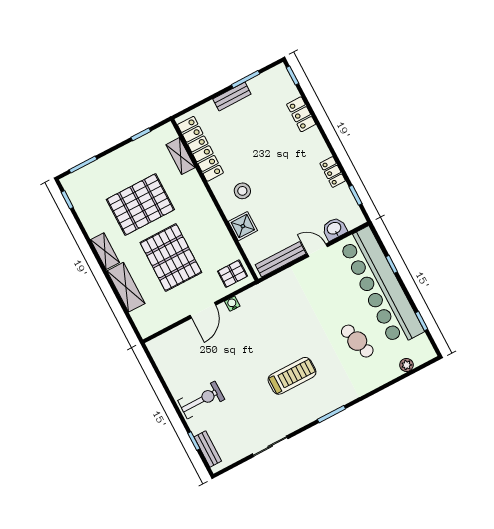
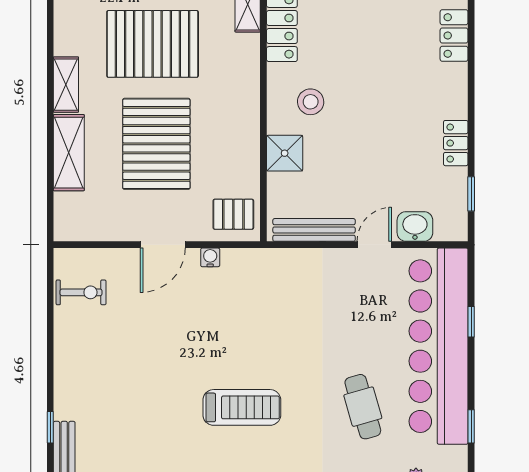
door: (317, 250) -> (374, 245), hinge flipped
exercise bike: (201, 400) -> (81, 292), moved, width x0.73, depth x0.72

